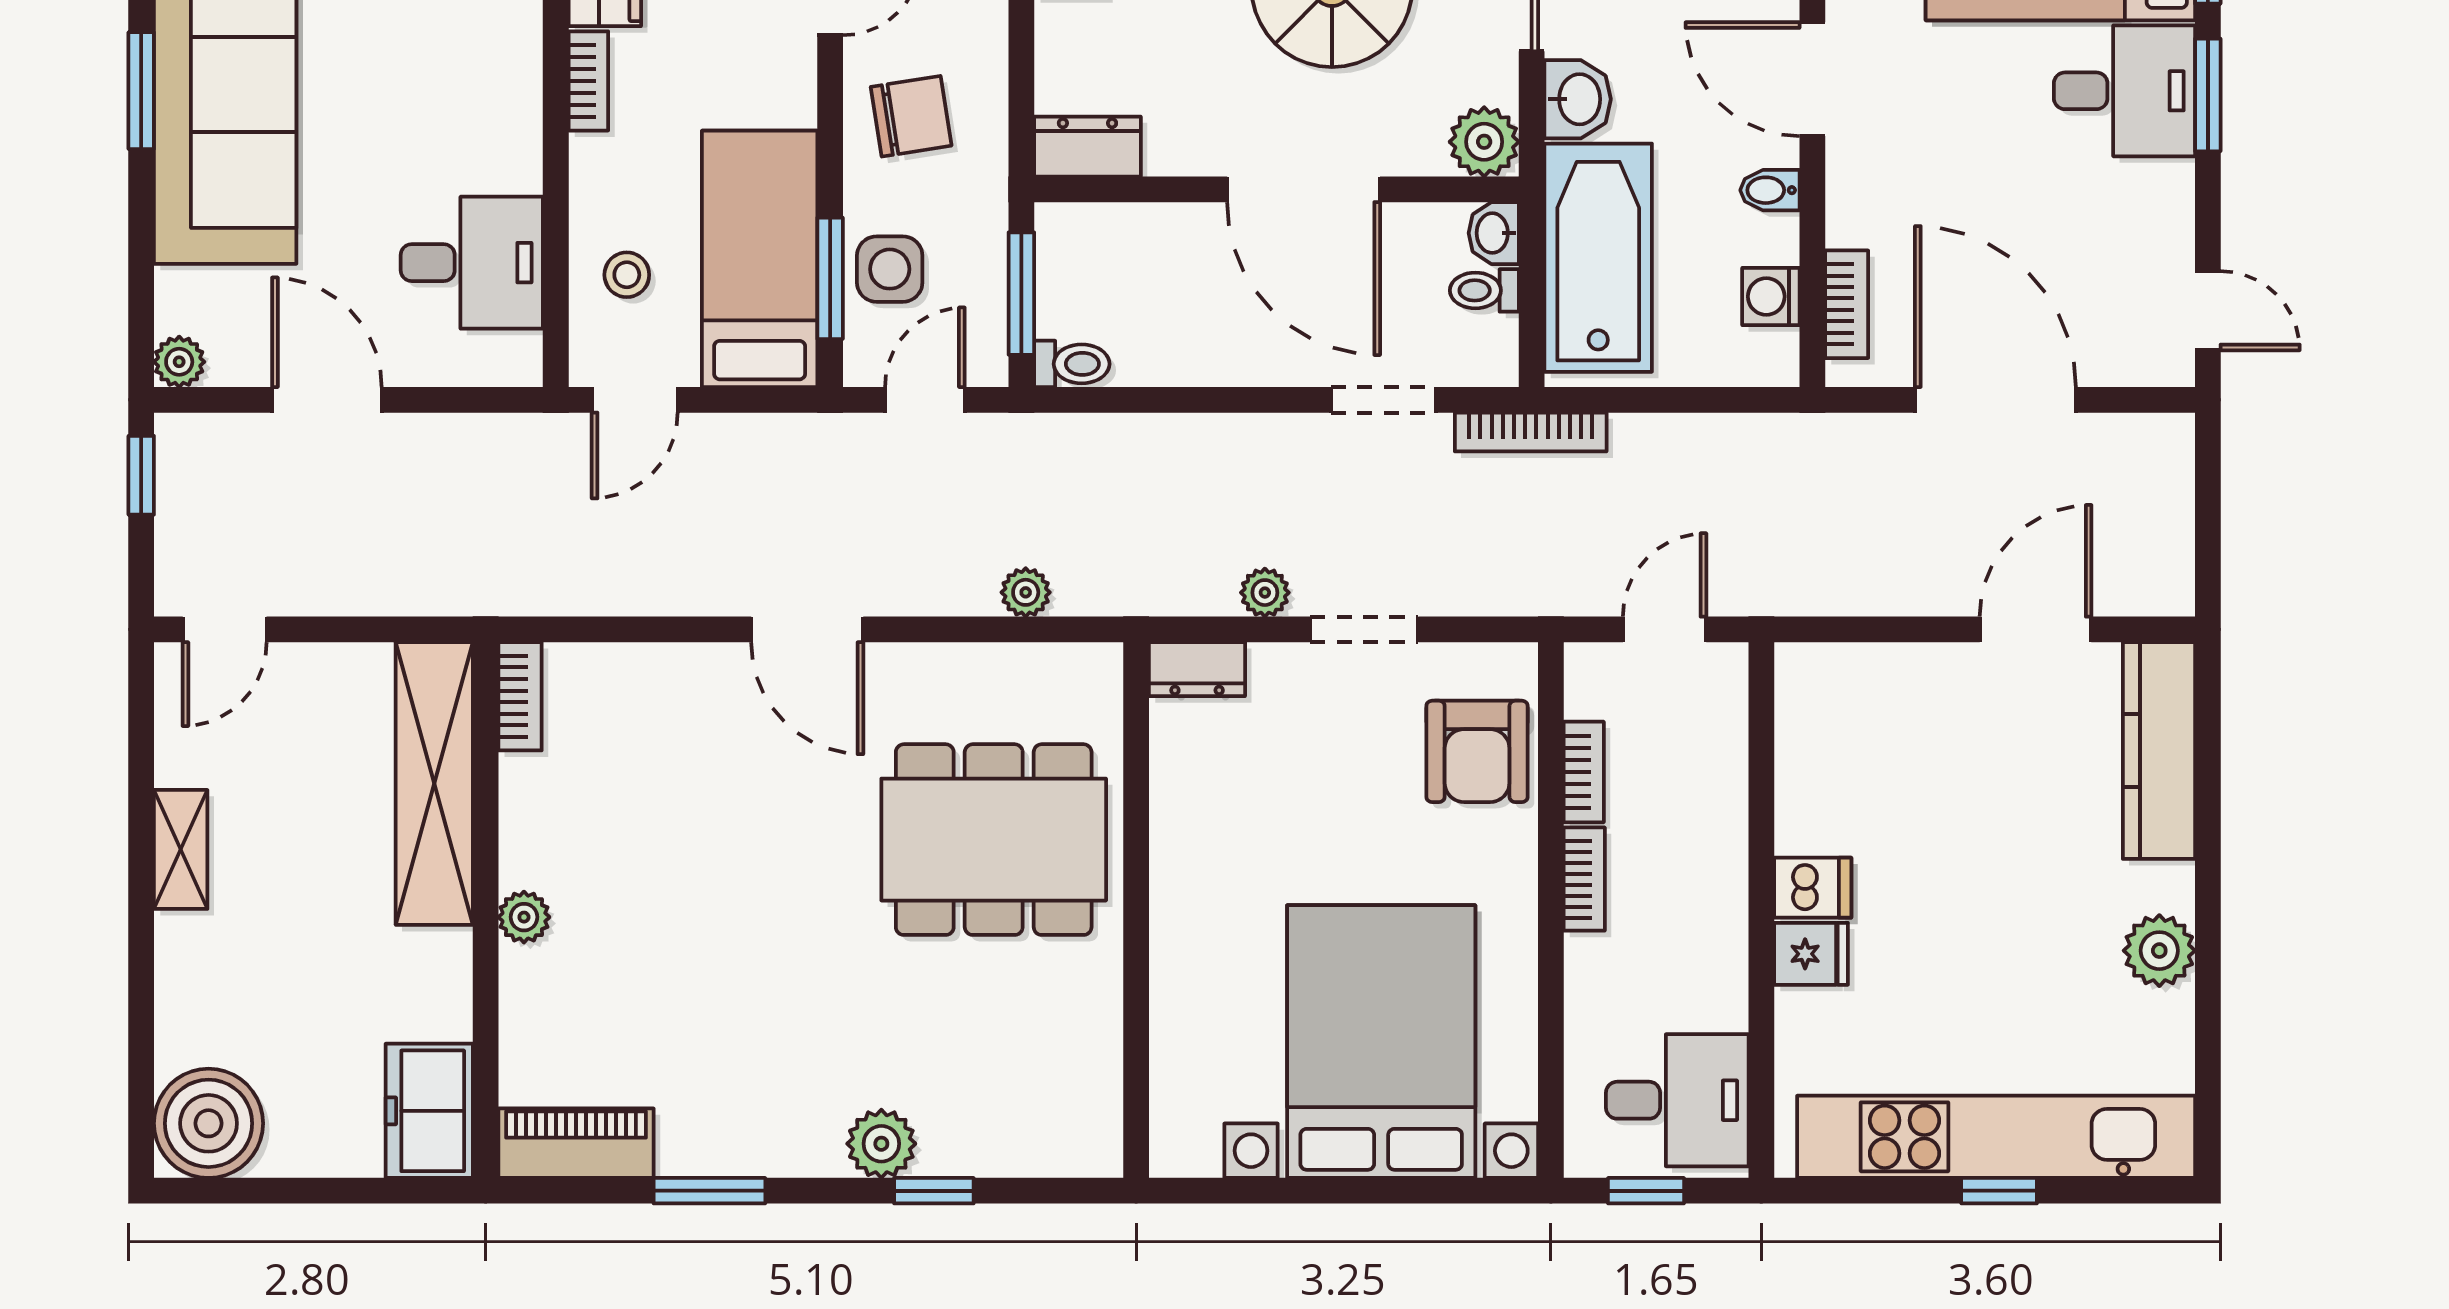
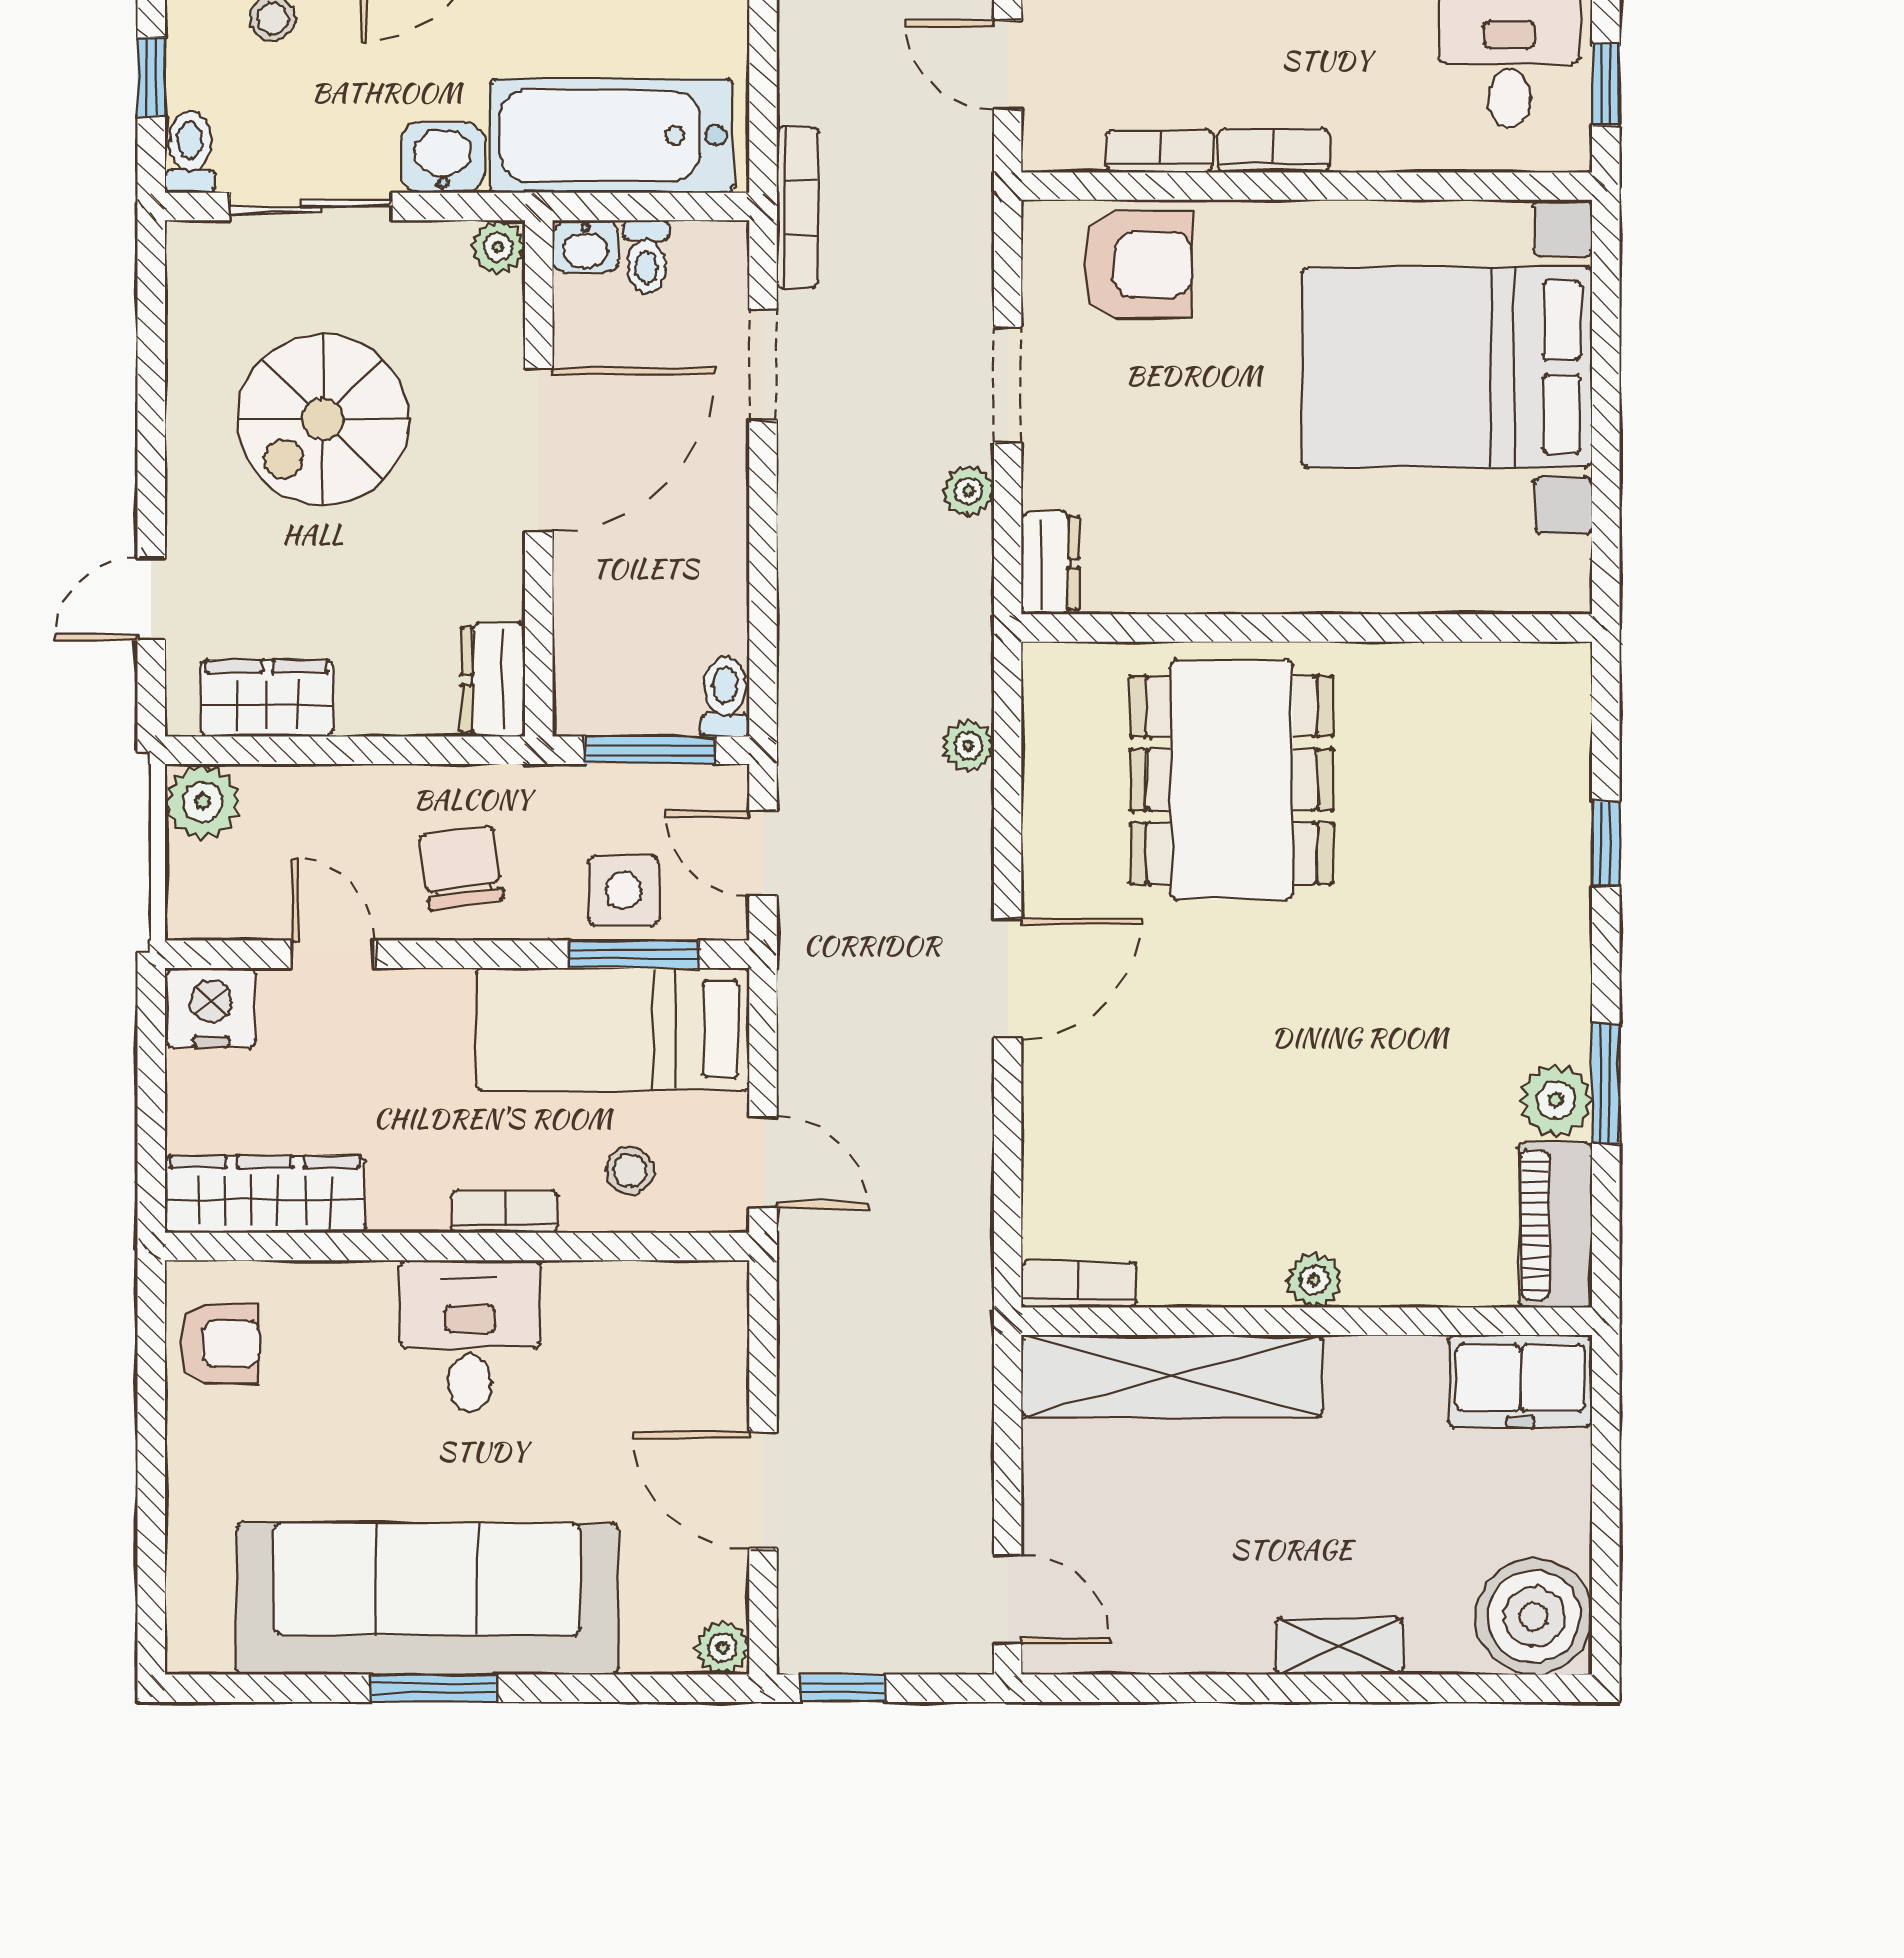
bookcase: (588, 81) -> (505, 1212), moved
plant: (1484, 142) -> (498, 247), width x0.73, depth x0.73
desk: (472, 263) -> (470, 1336), moved
door: (327, 400) -> (763, 1490), hinge flipped
shelving: (181, 849) -> (1339, 1646), moved
plant: (881, 1144) -> (1556, 1100), moved

